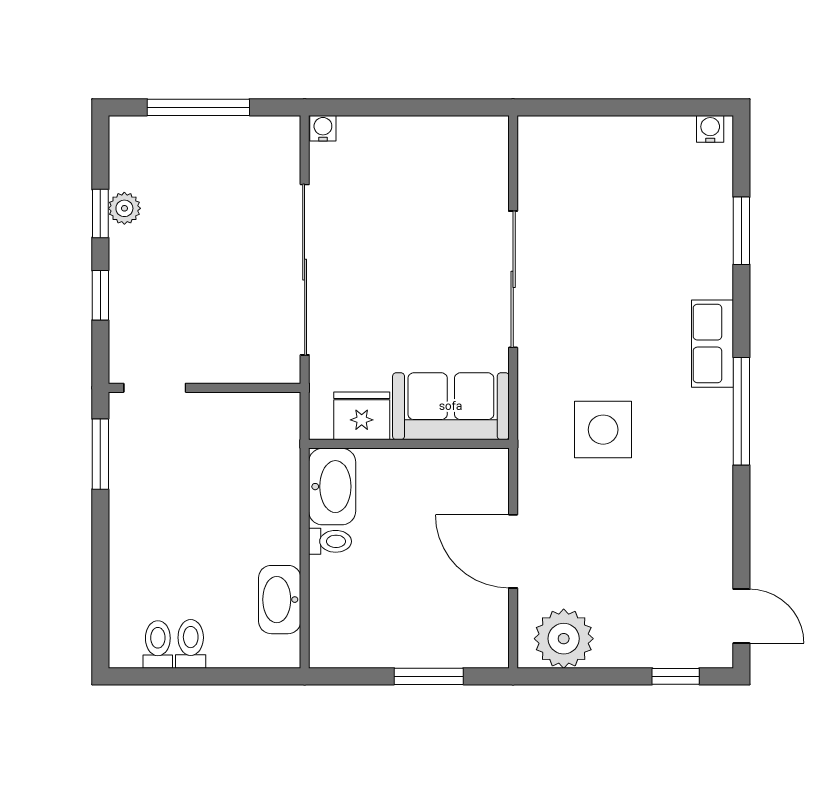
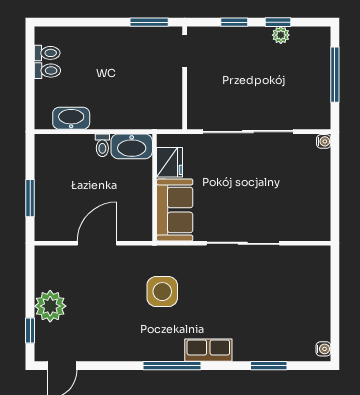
plant: (564, 639) -> (50, 306), moved

